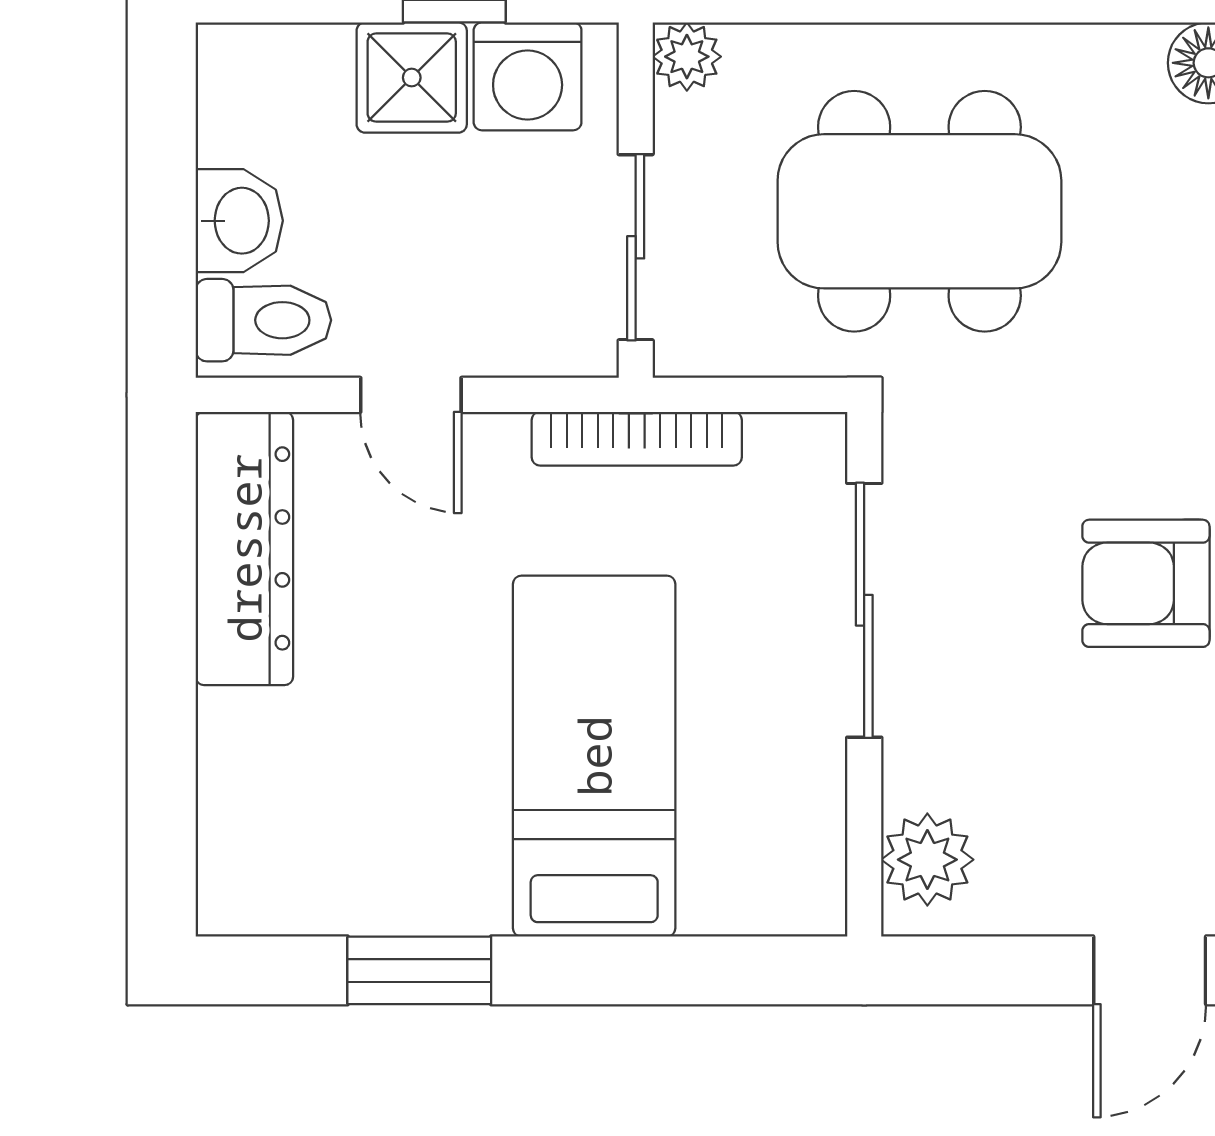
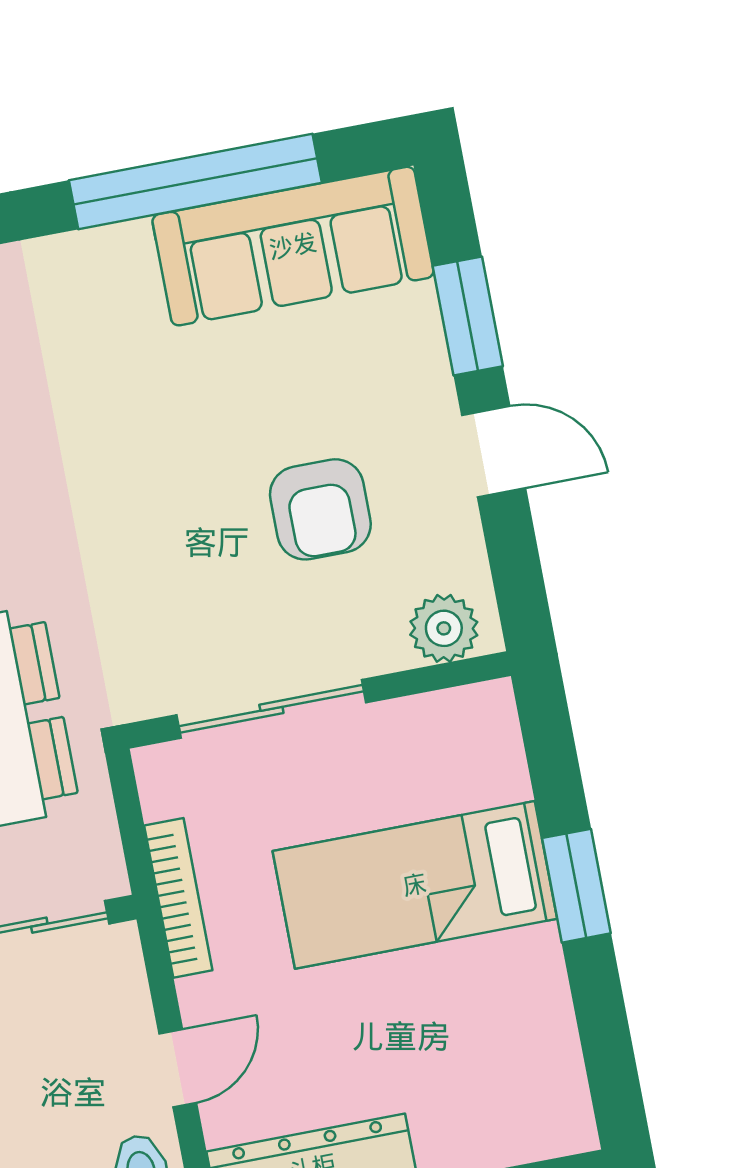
armchair: (1146, 583) -> (320, 509), moved
window: (419, 970) -> (576, 886), moved

